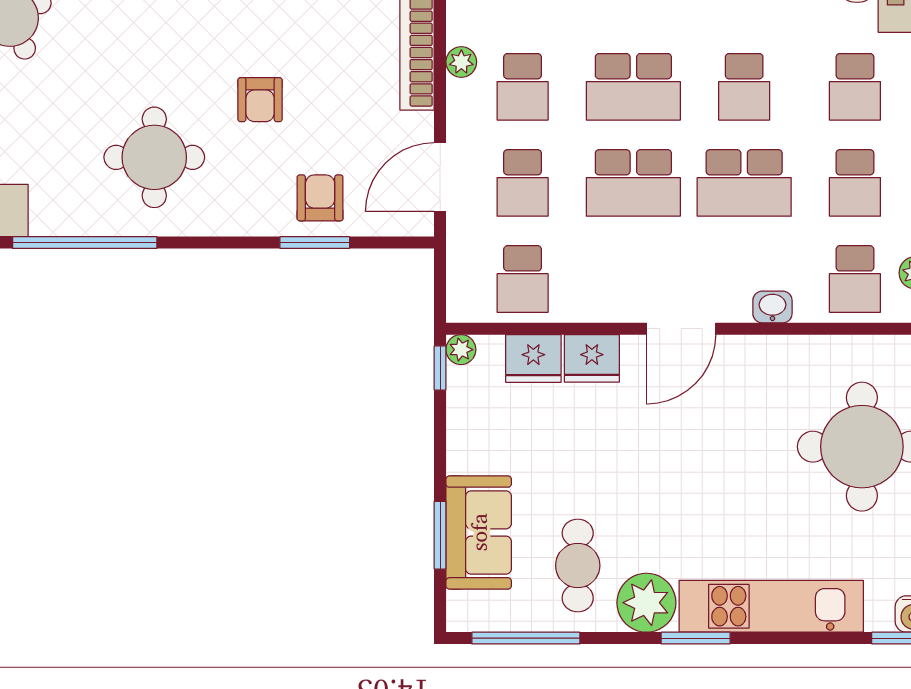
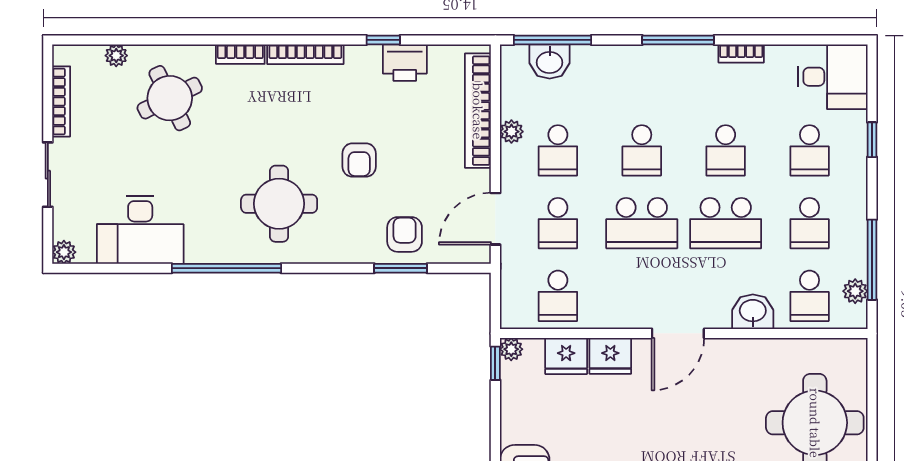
school desk: (633, 87) -> (642, 150), width x0.54
washbasin: (772, 307) -> (753, 312), width x1.38, depth x1.45

